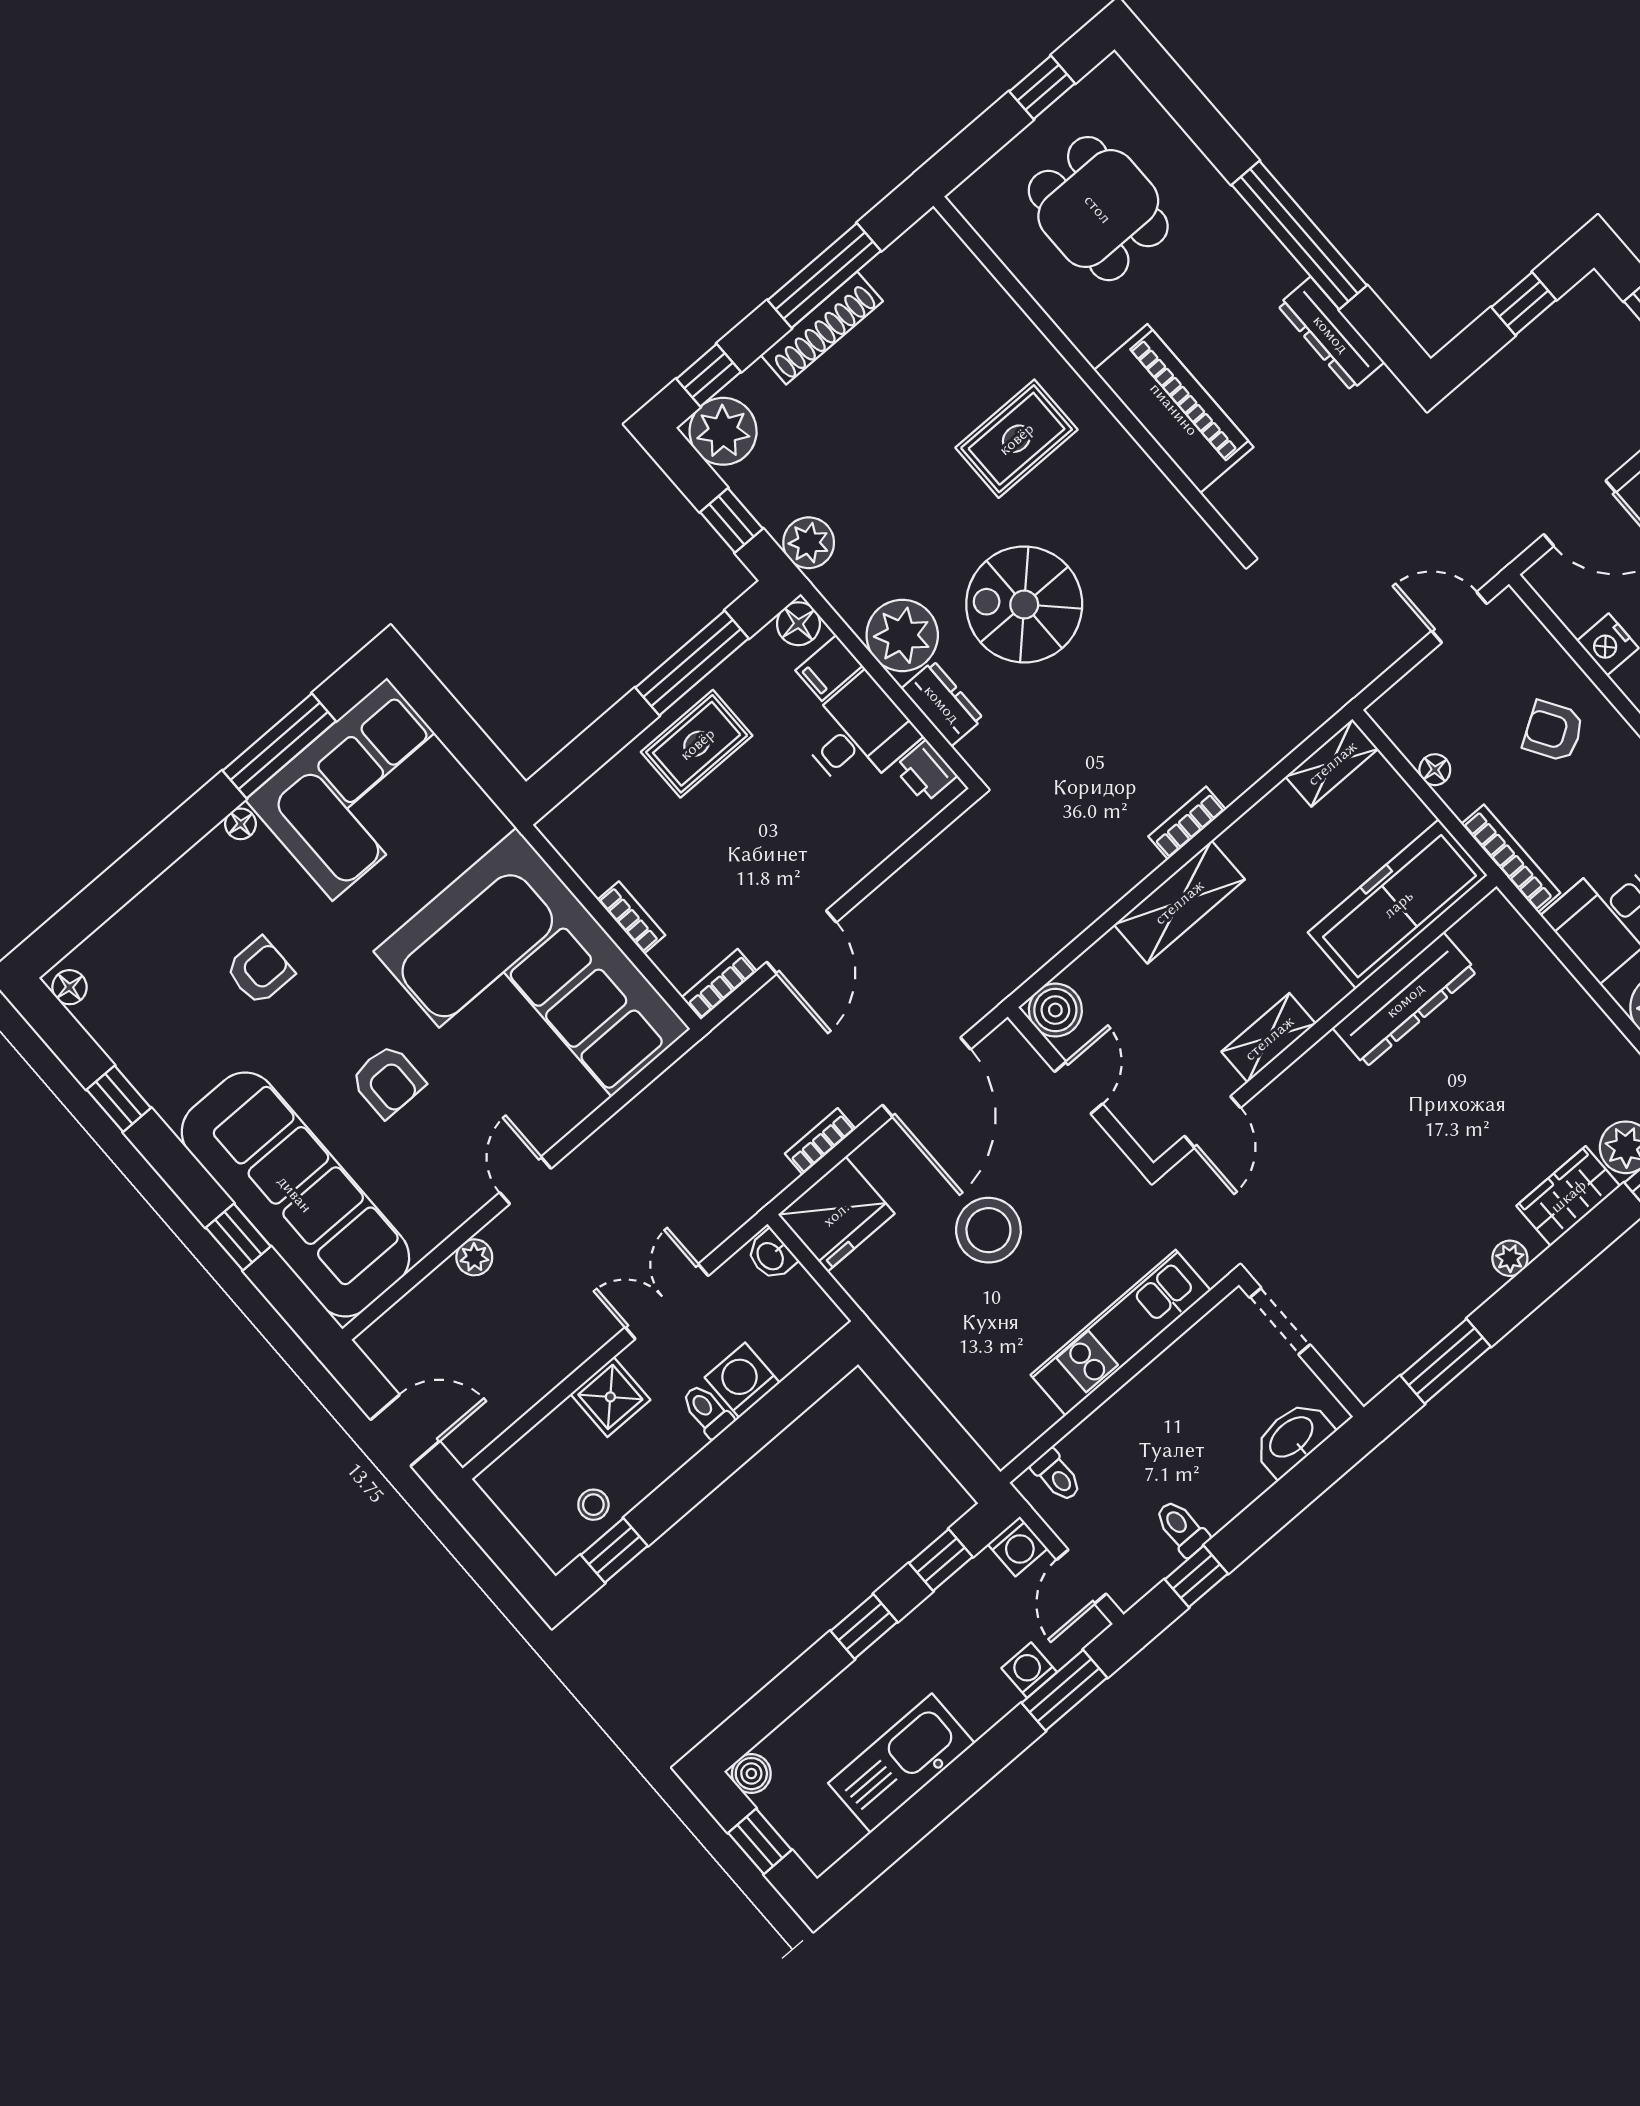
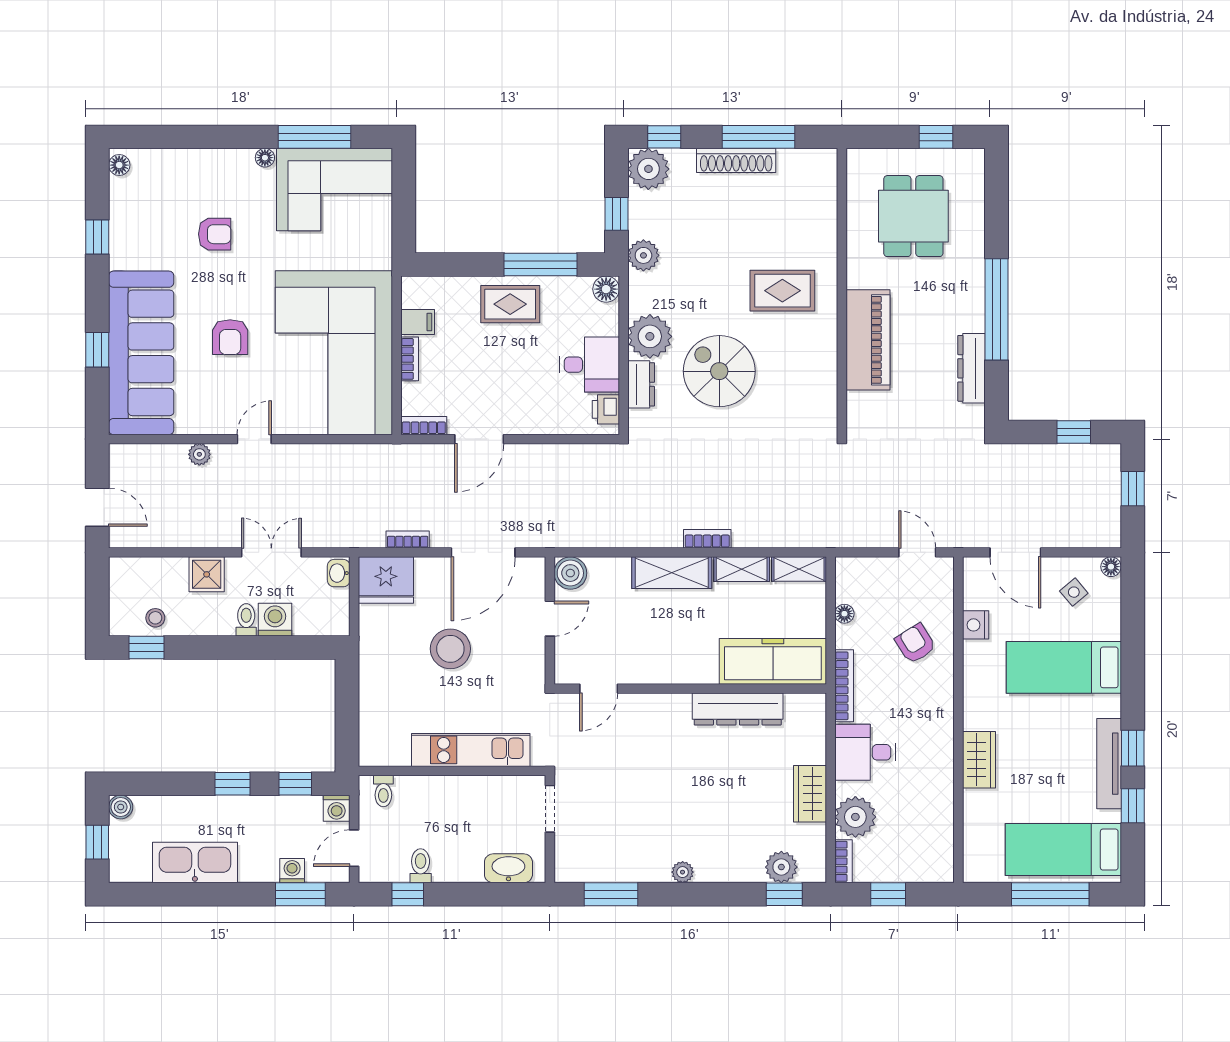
filing cabinet: (829, 668) -> (418, 322), moved, turned 180
shelving: (1269, 1038) -> (742, 569), moved
wardrobe: (1568, 1196) -> (810, 794), moved, turned -90

